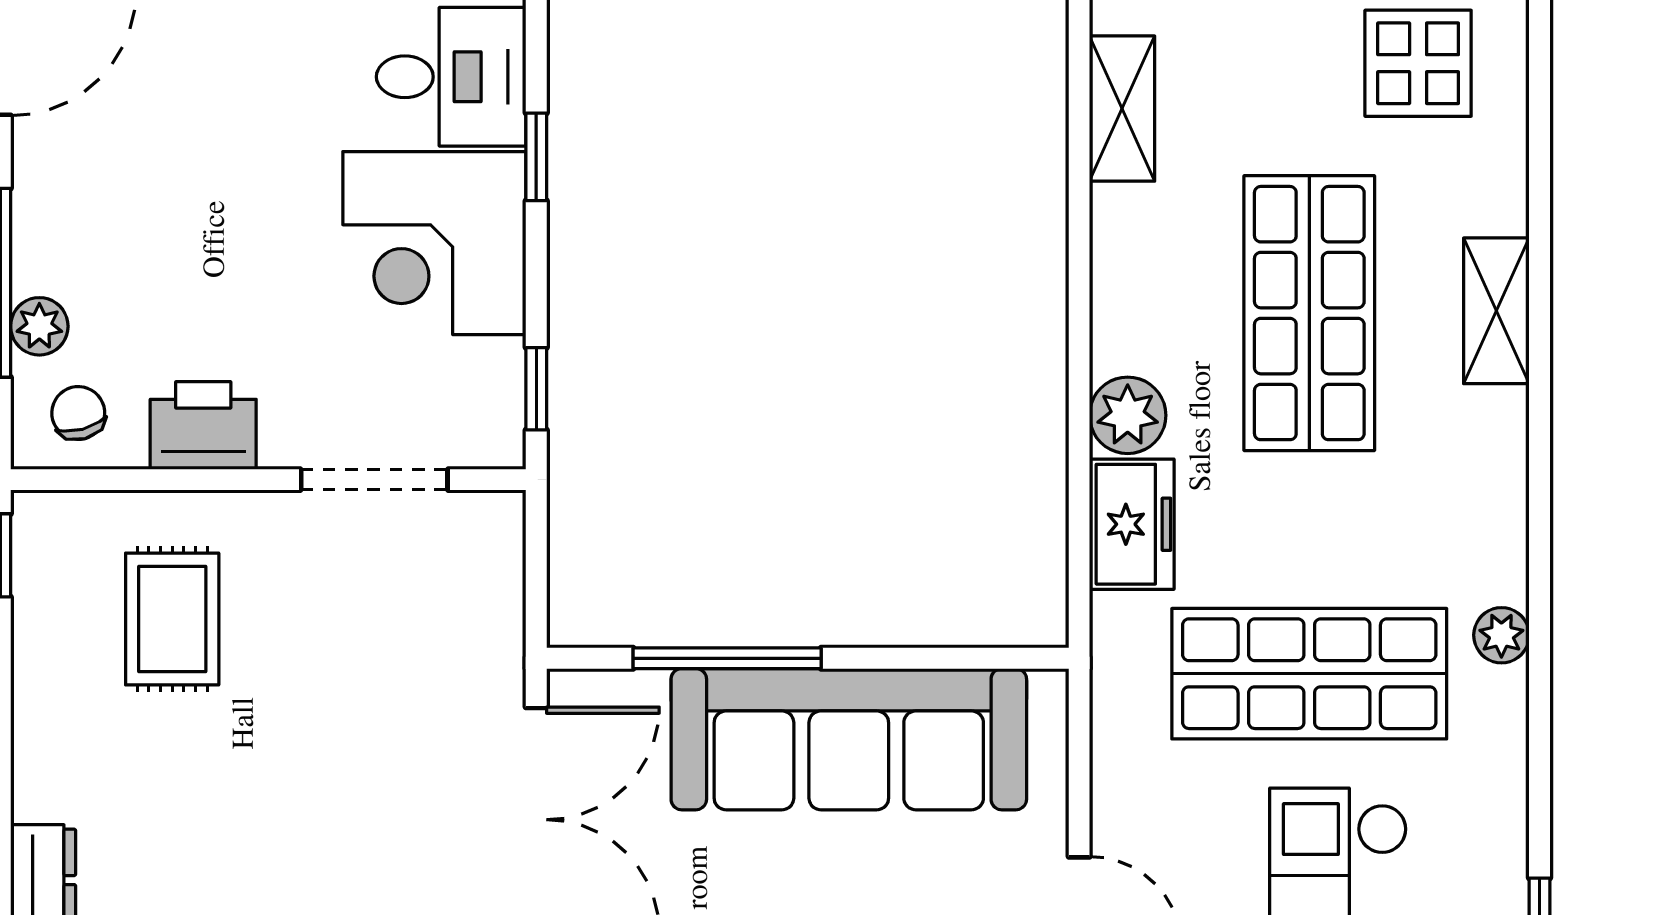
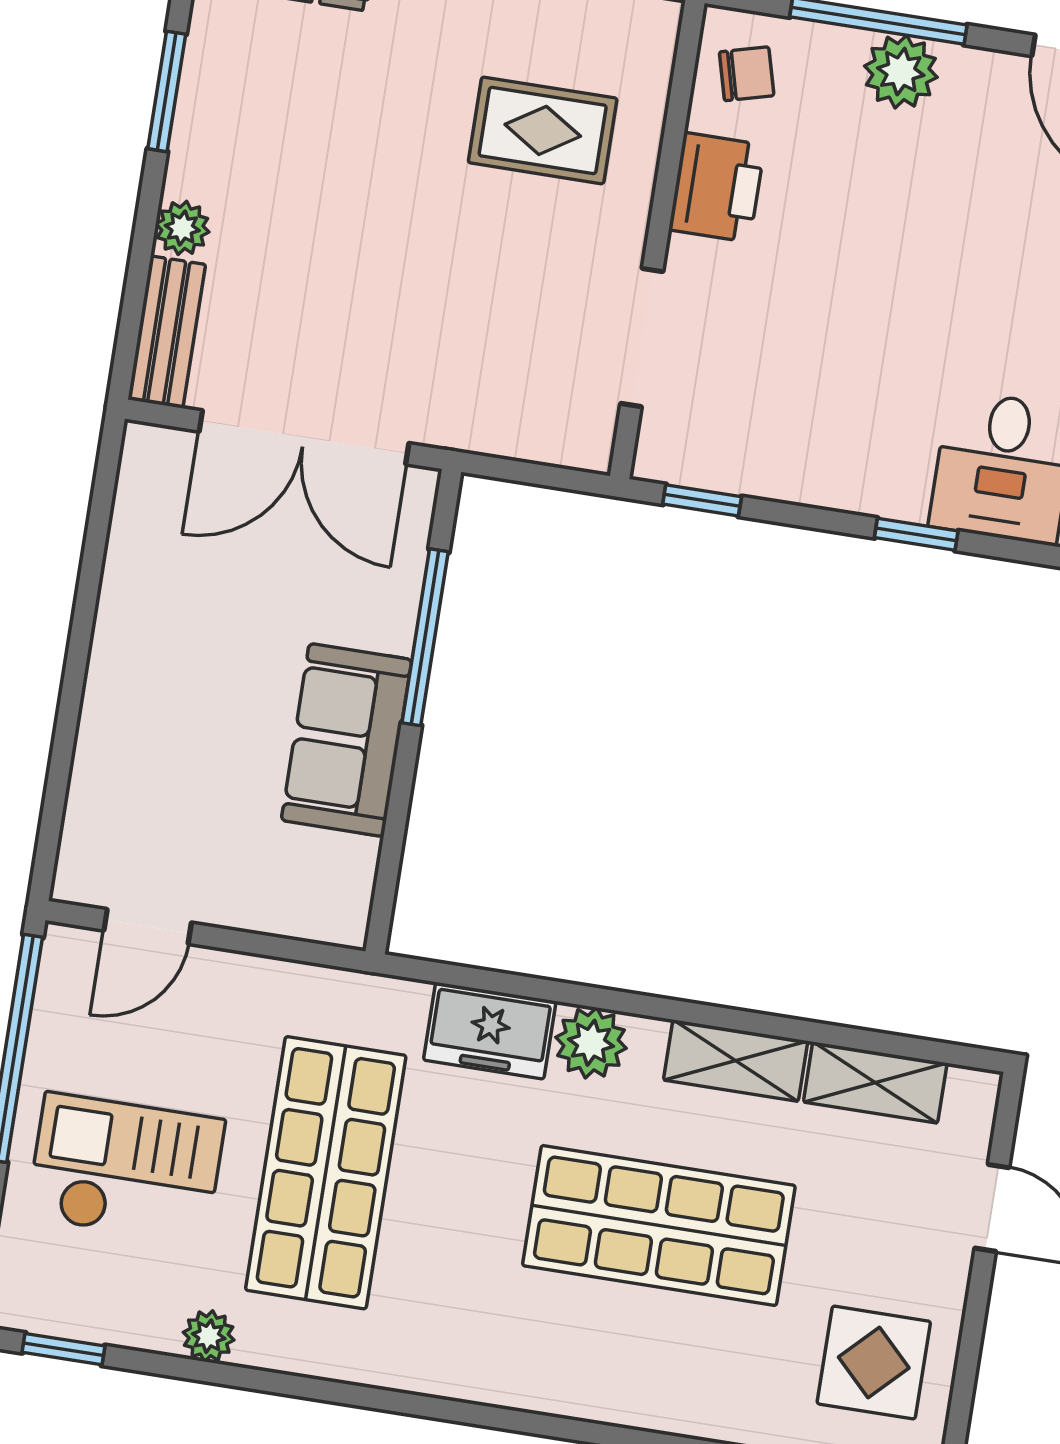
corner desk: (434, 243) -> (851, 428), removed
shelving: (1496, 311) -> (736, 1061), moved
plant: (39, 326) -> (901, 72), moved, width x1.38, depth x1.38
plant: (1501, 635) -> (209, 1336), moved
sofa: (849, 739) -> (347, 740), width x0.54, depth x0.79

